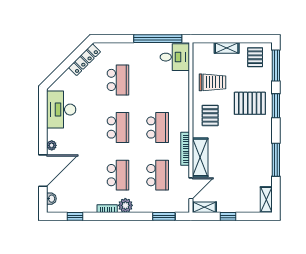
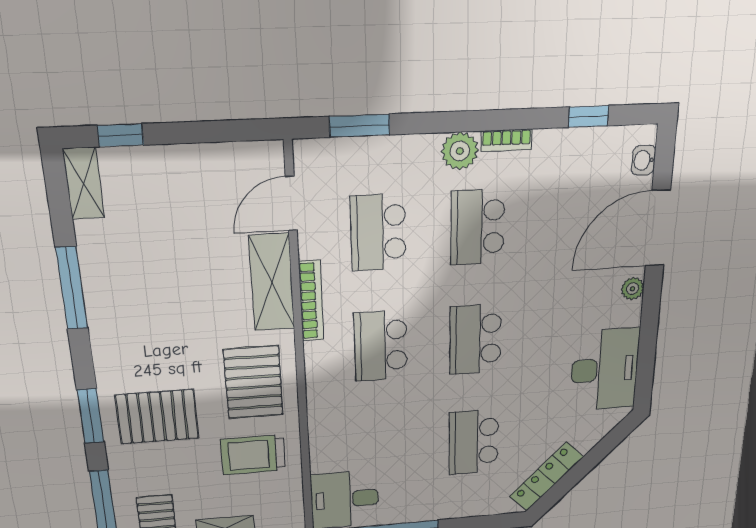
pallet: (210, 115) -> (253, 382), width x1.50, depth x1.42
shelving: (204, 207) -> (252, 155), removed
window: (228, 216) -> (120, 135), moved

